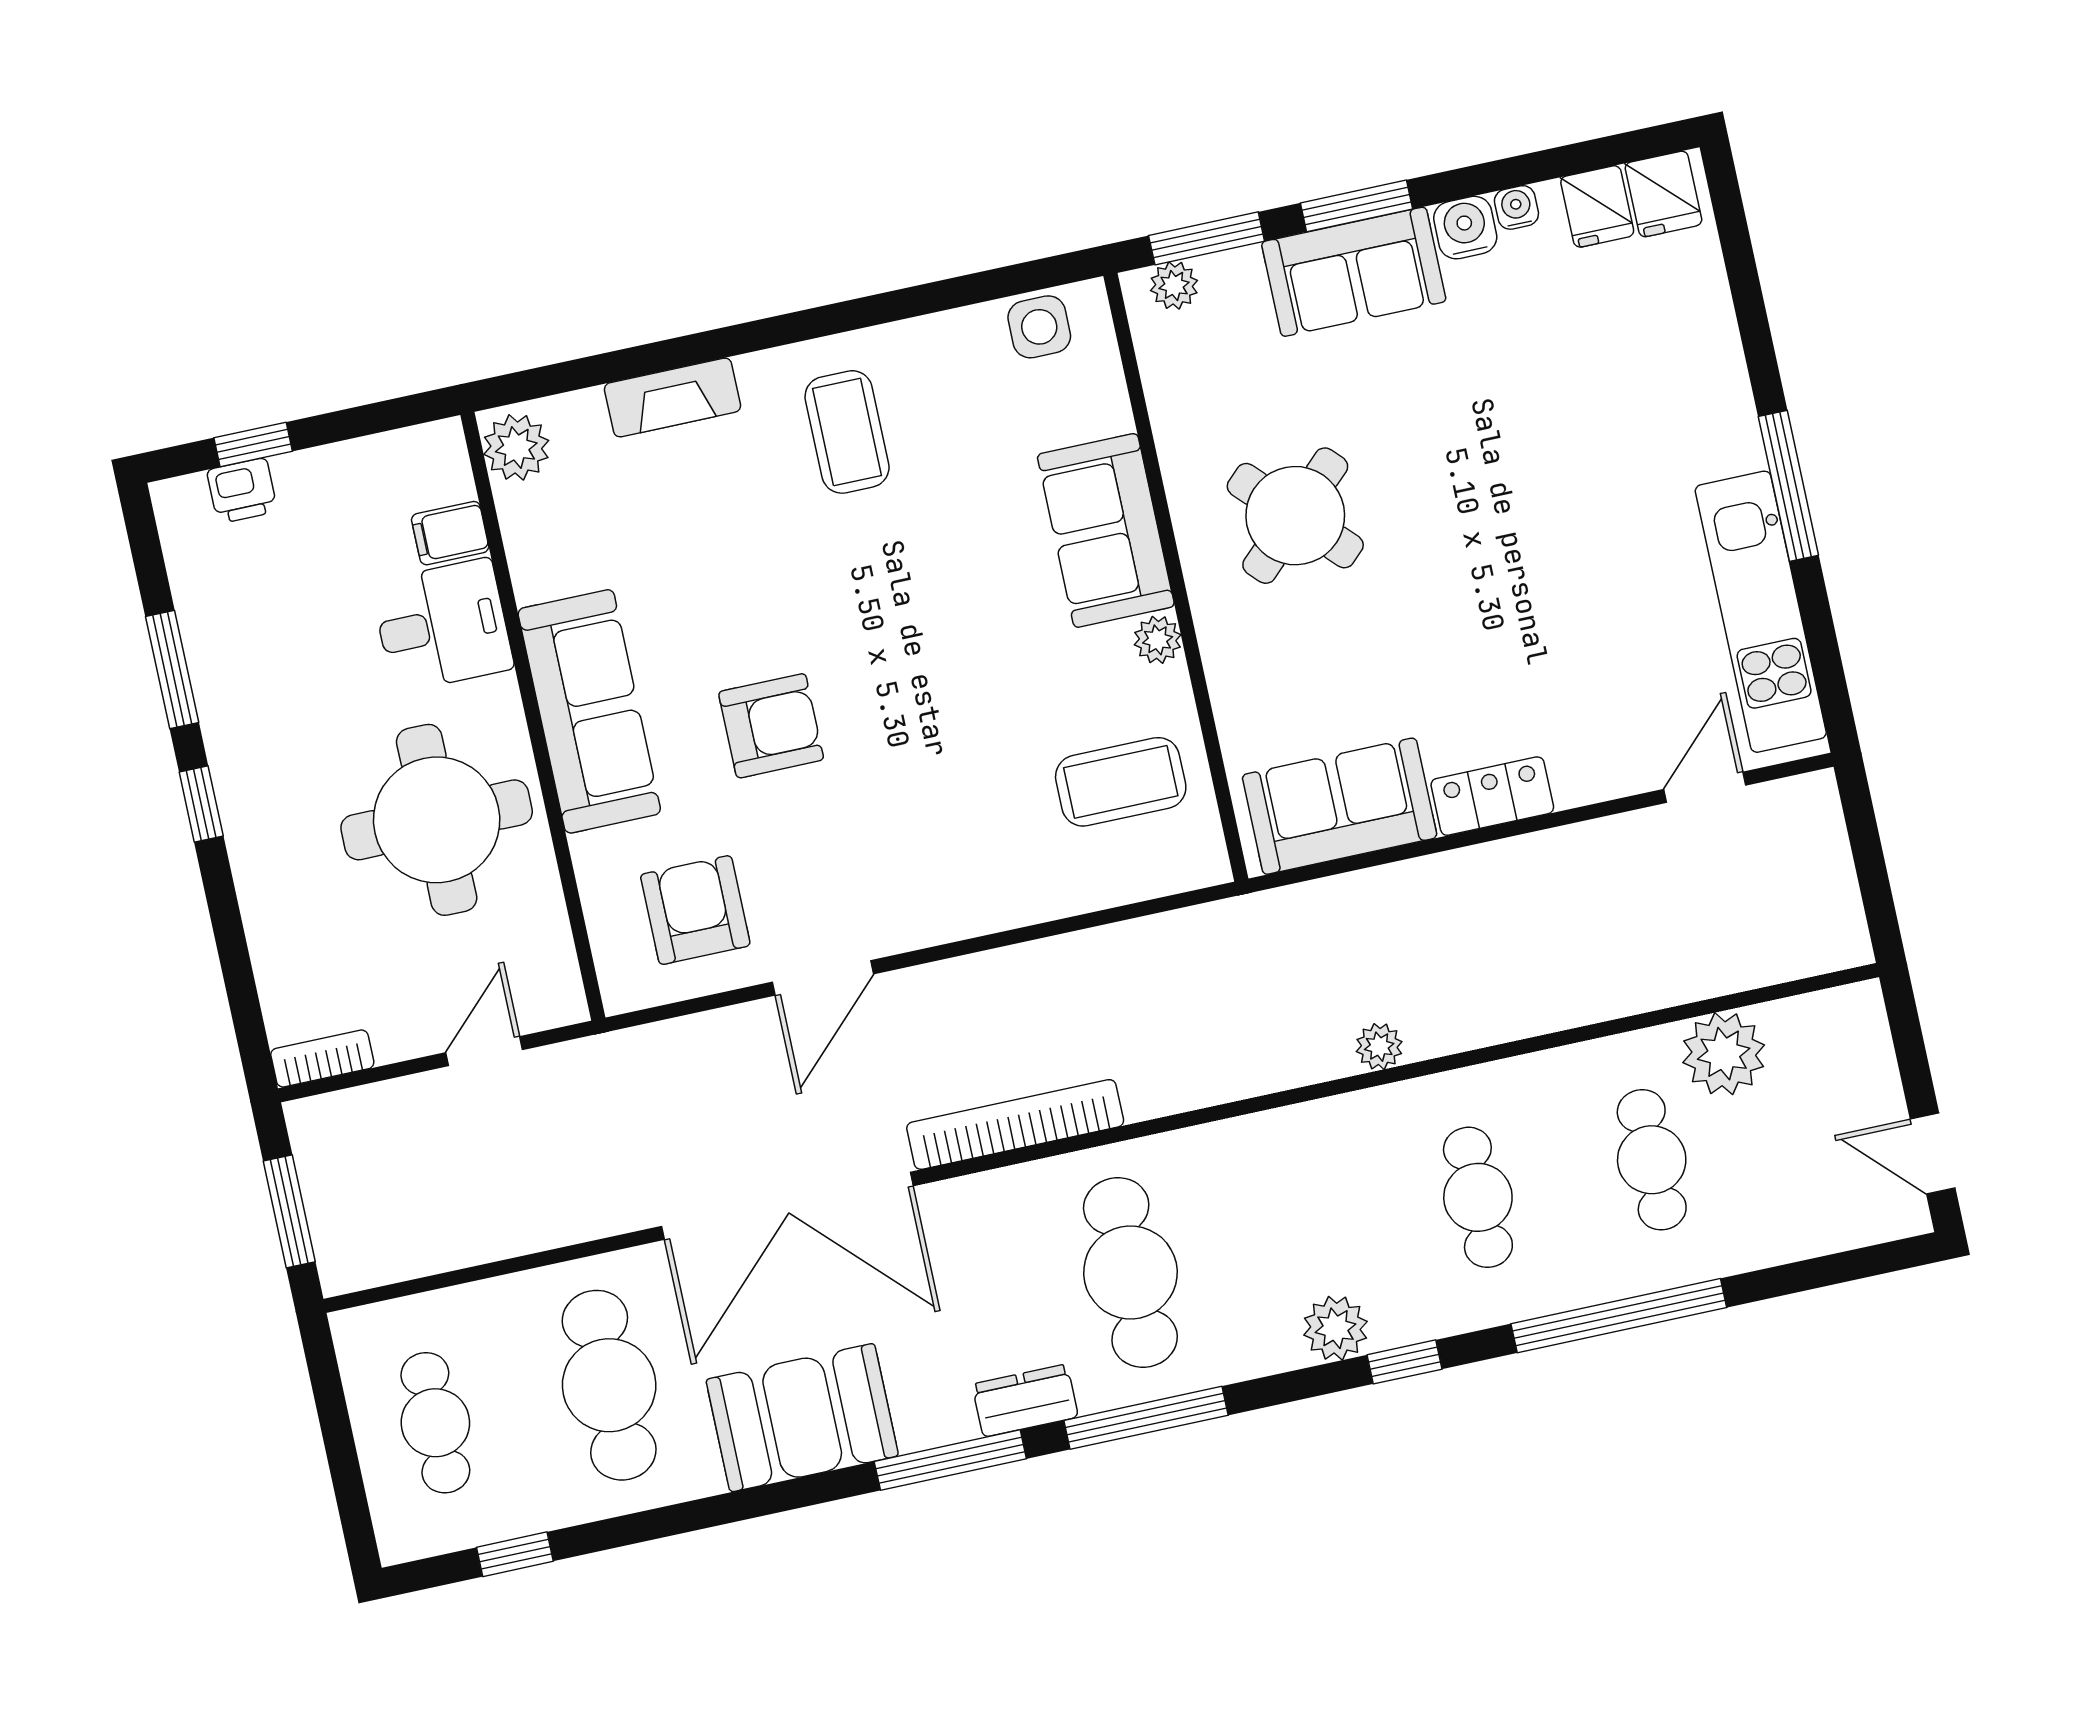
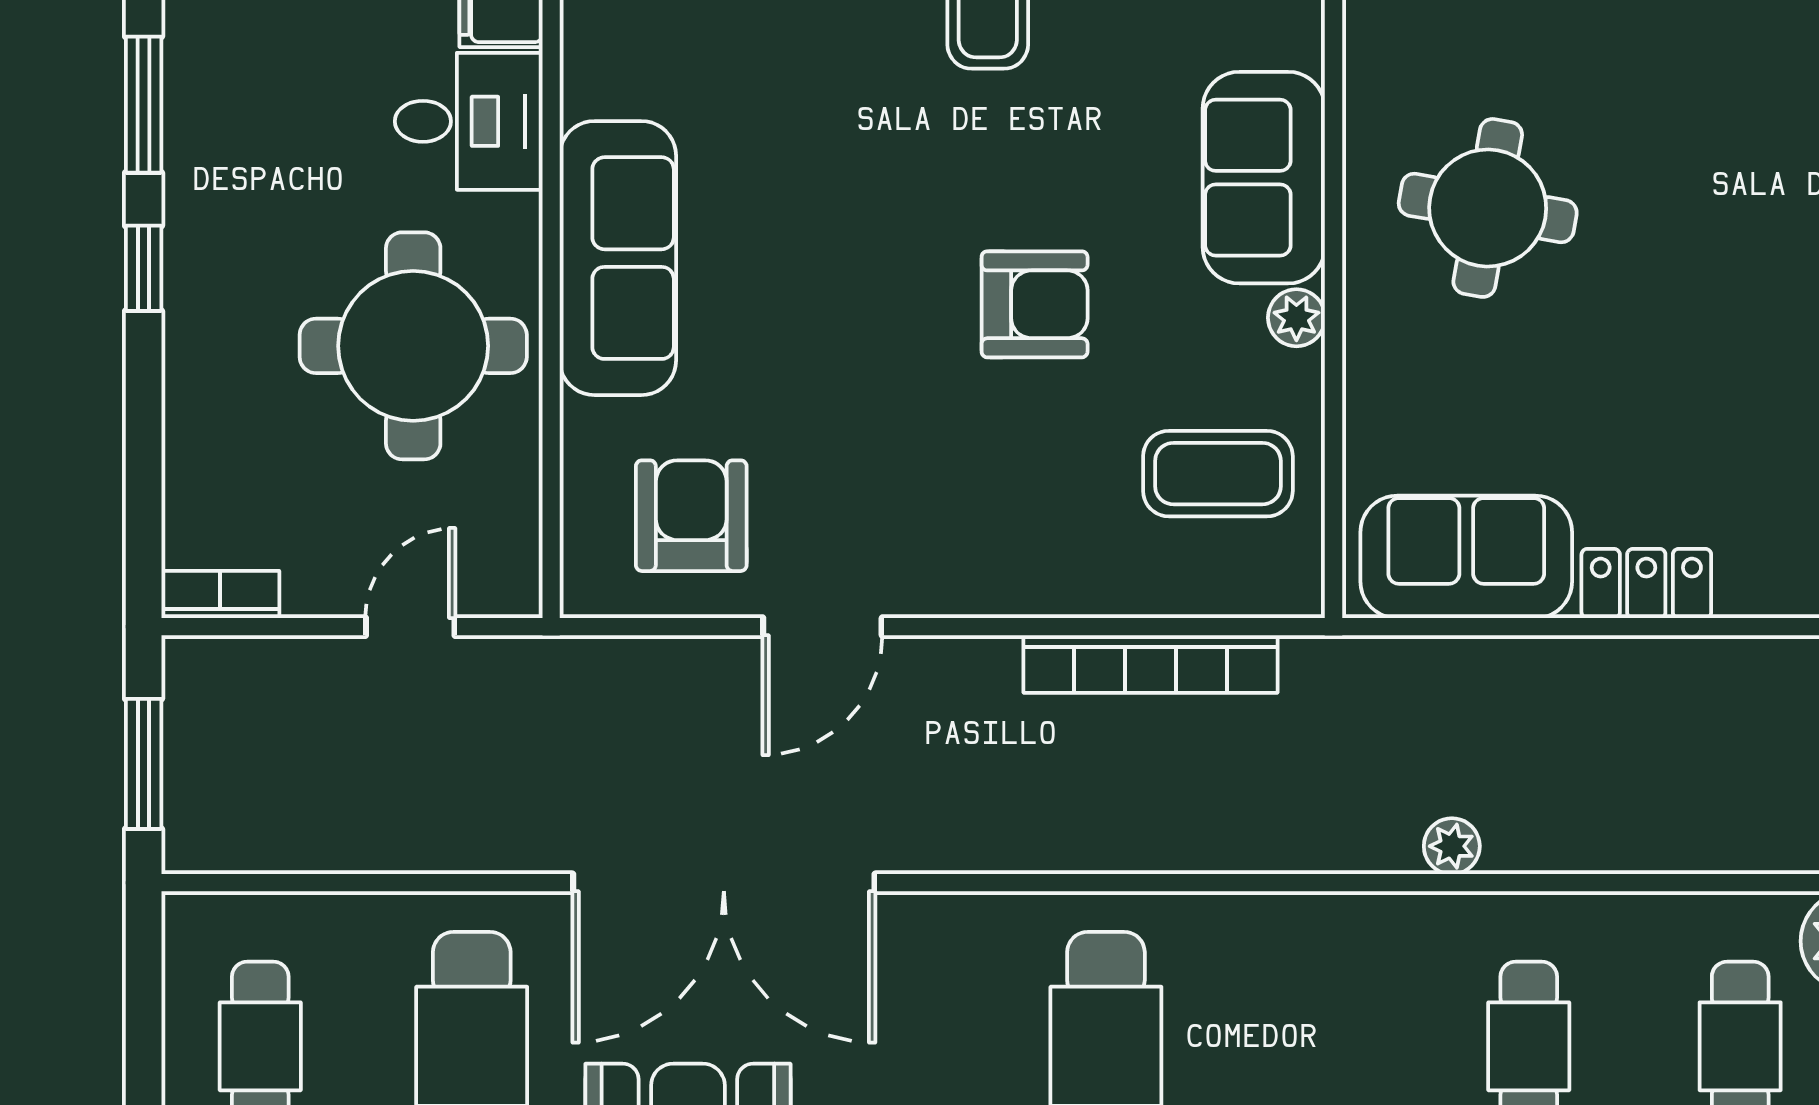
round table: (1295, 516) -> (1488, 208), turned -36
armchair: (771, 726) -> (1035, 304), moved
bookcase: (1015, 1124) -> (1150, 664), moved, turned 180

